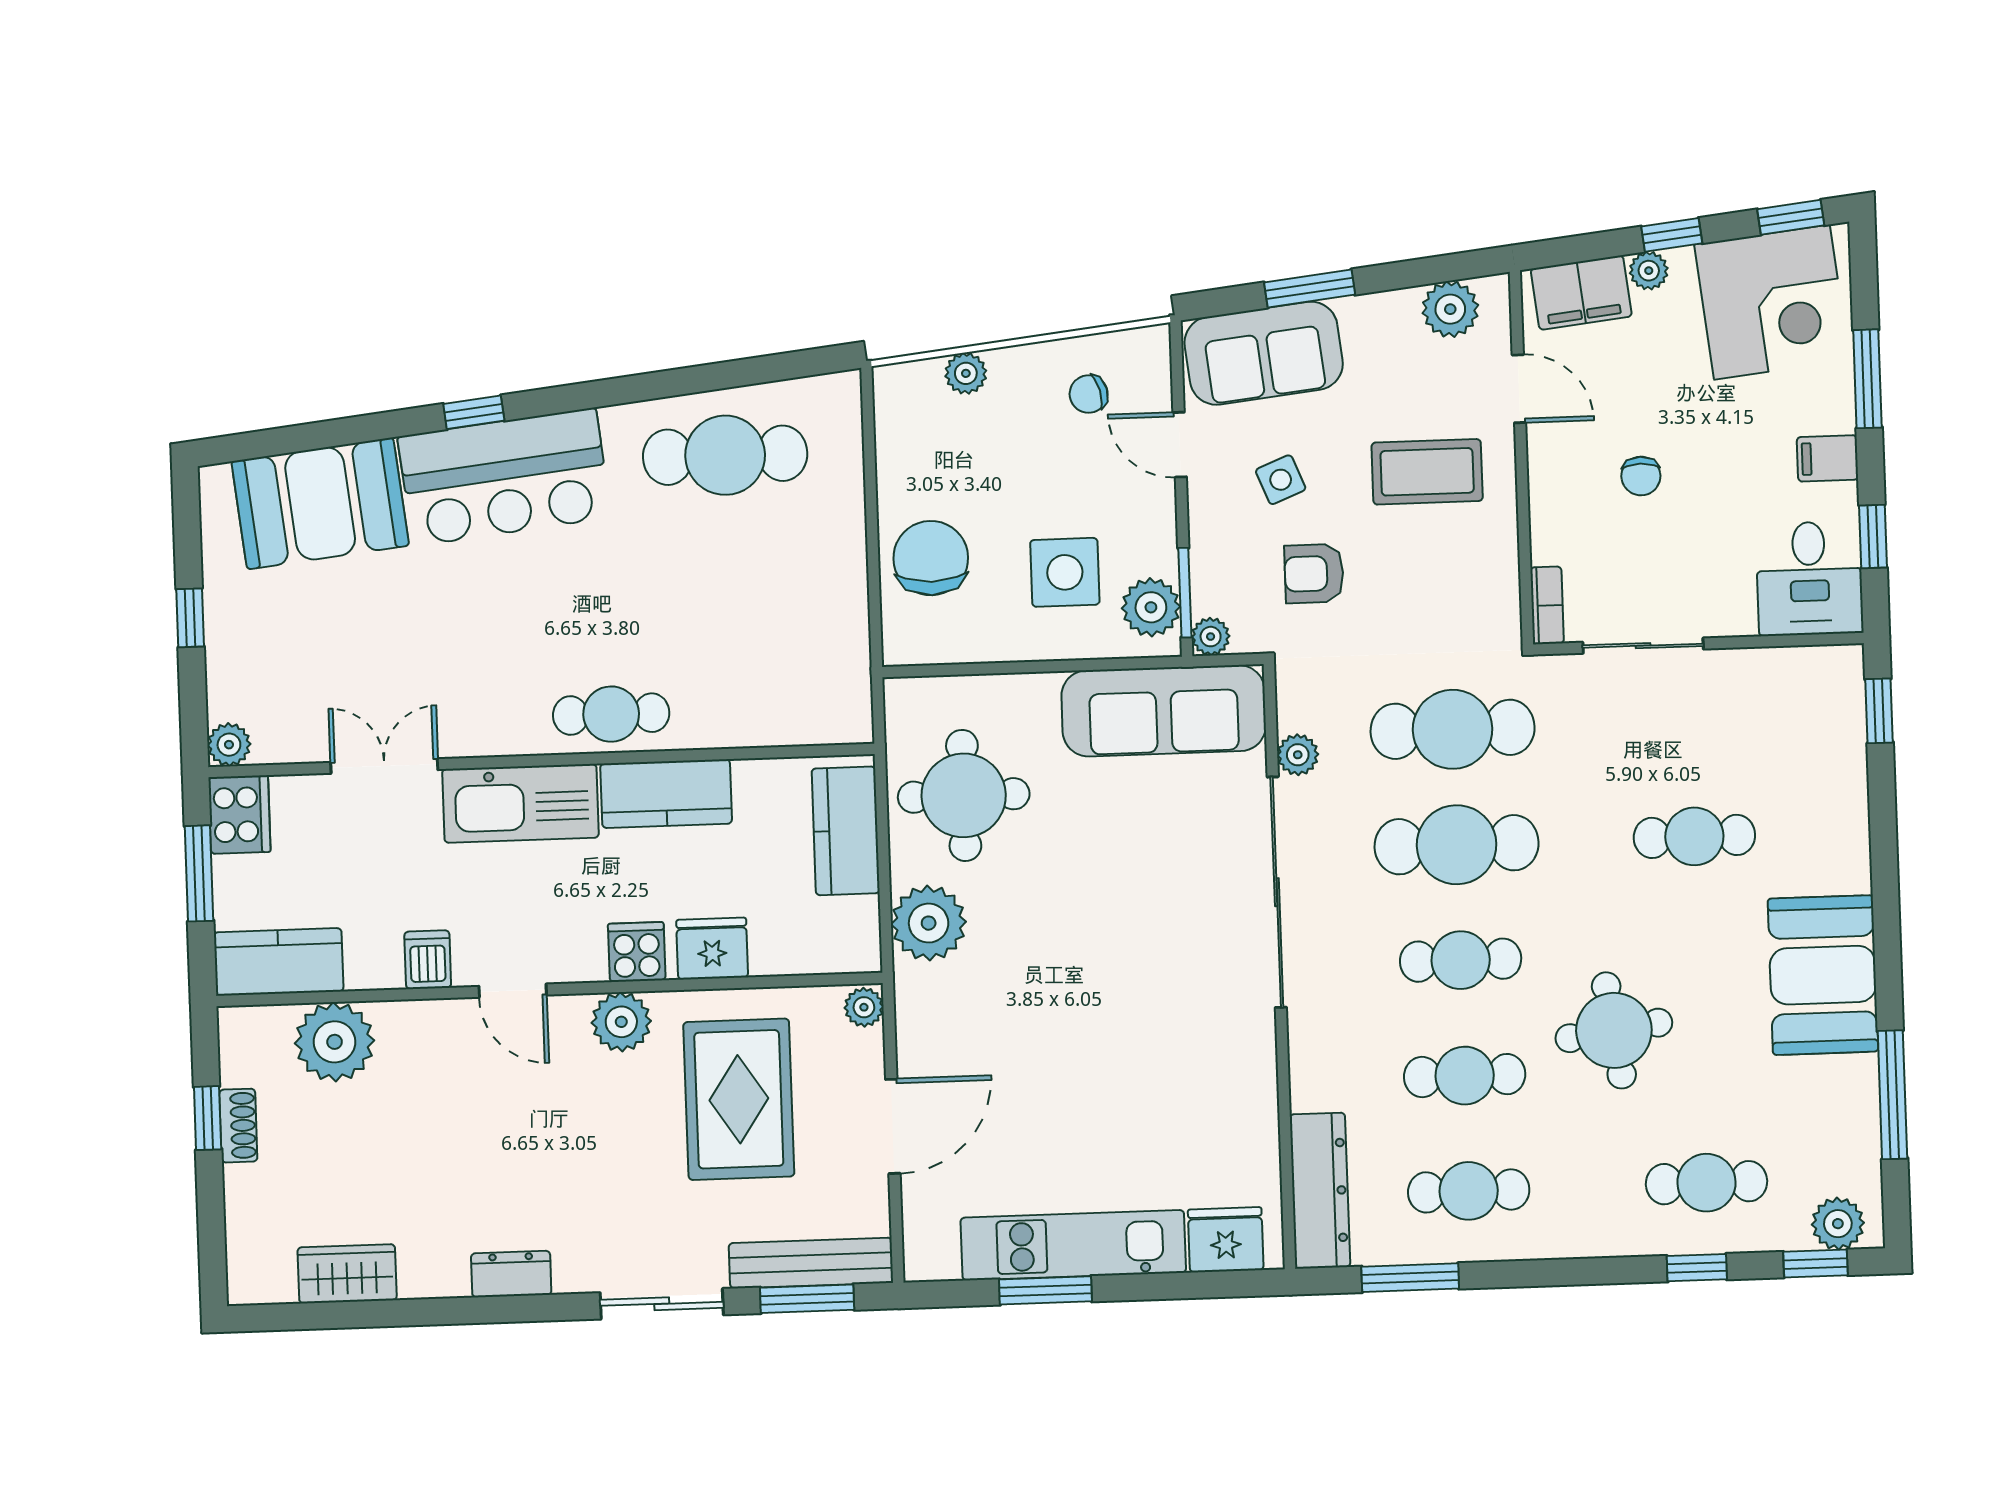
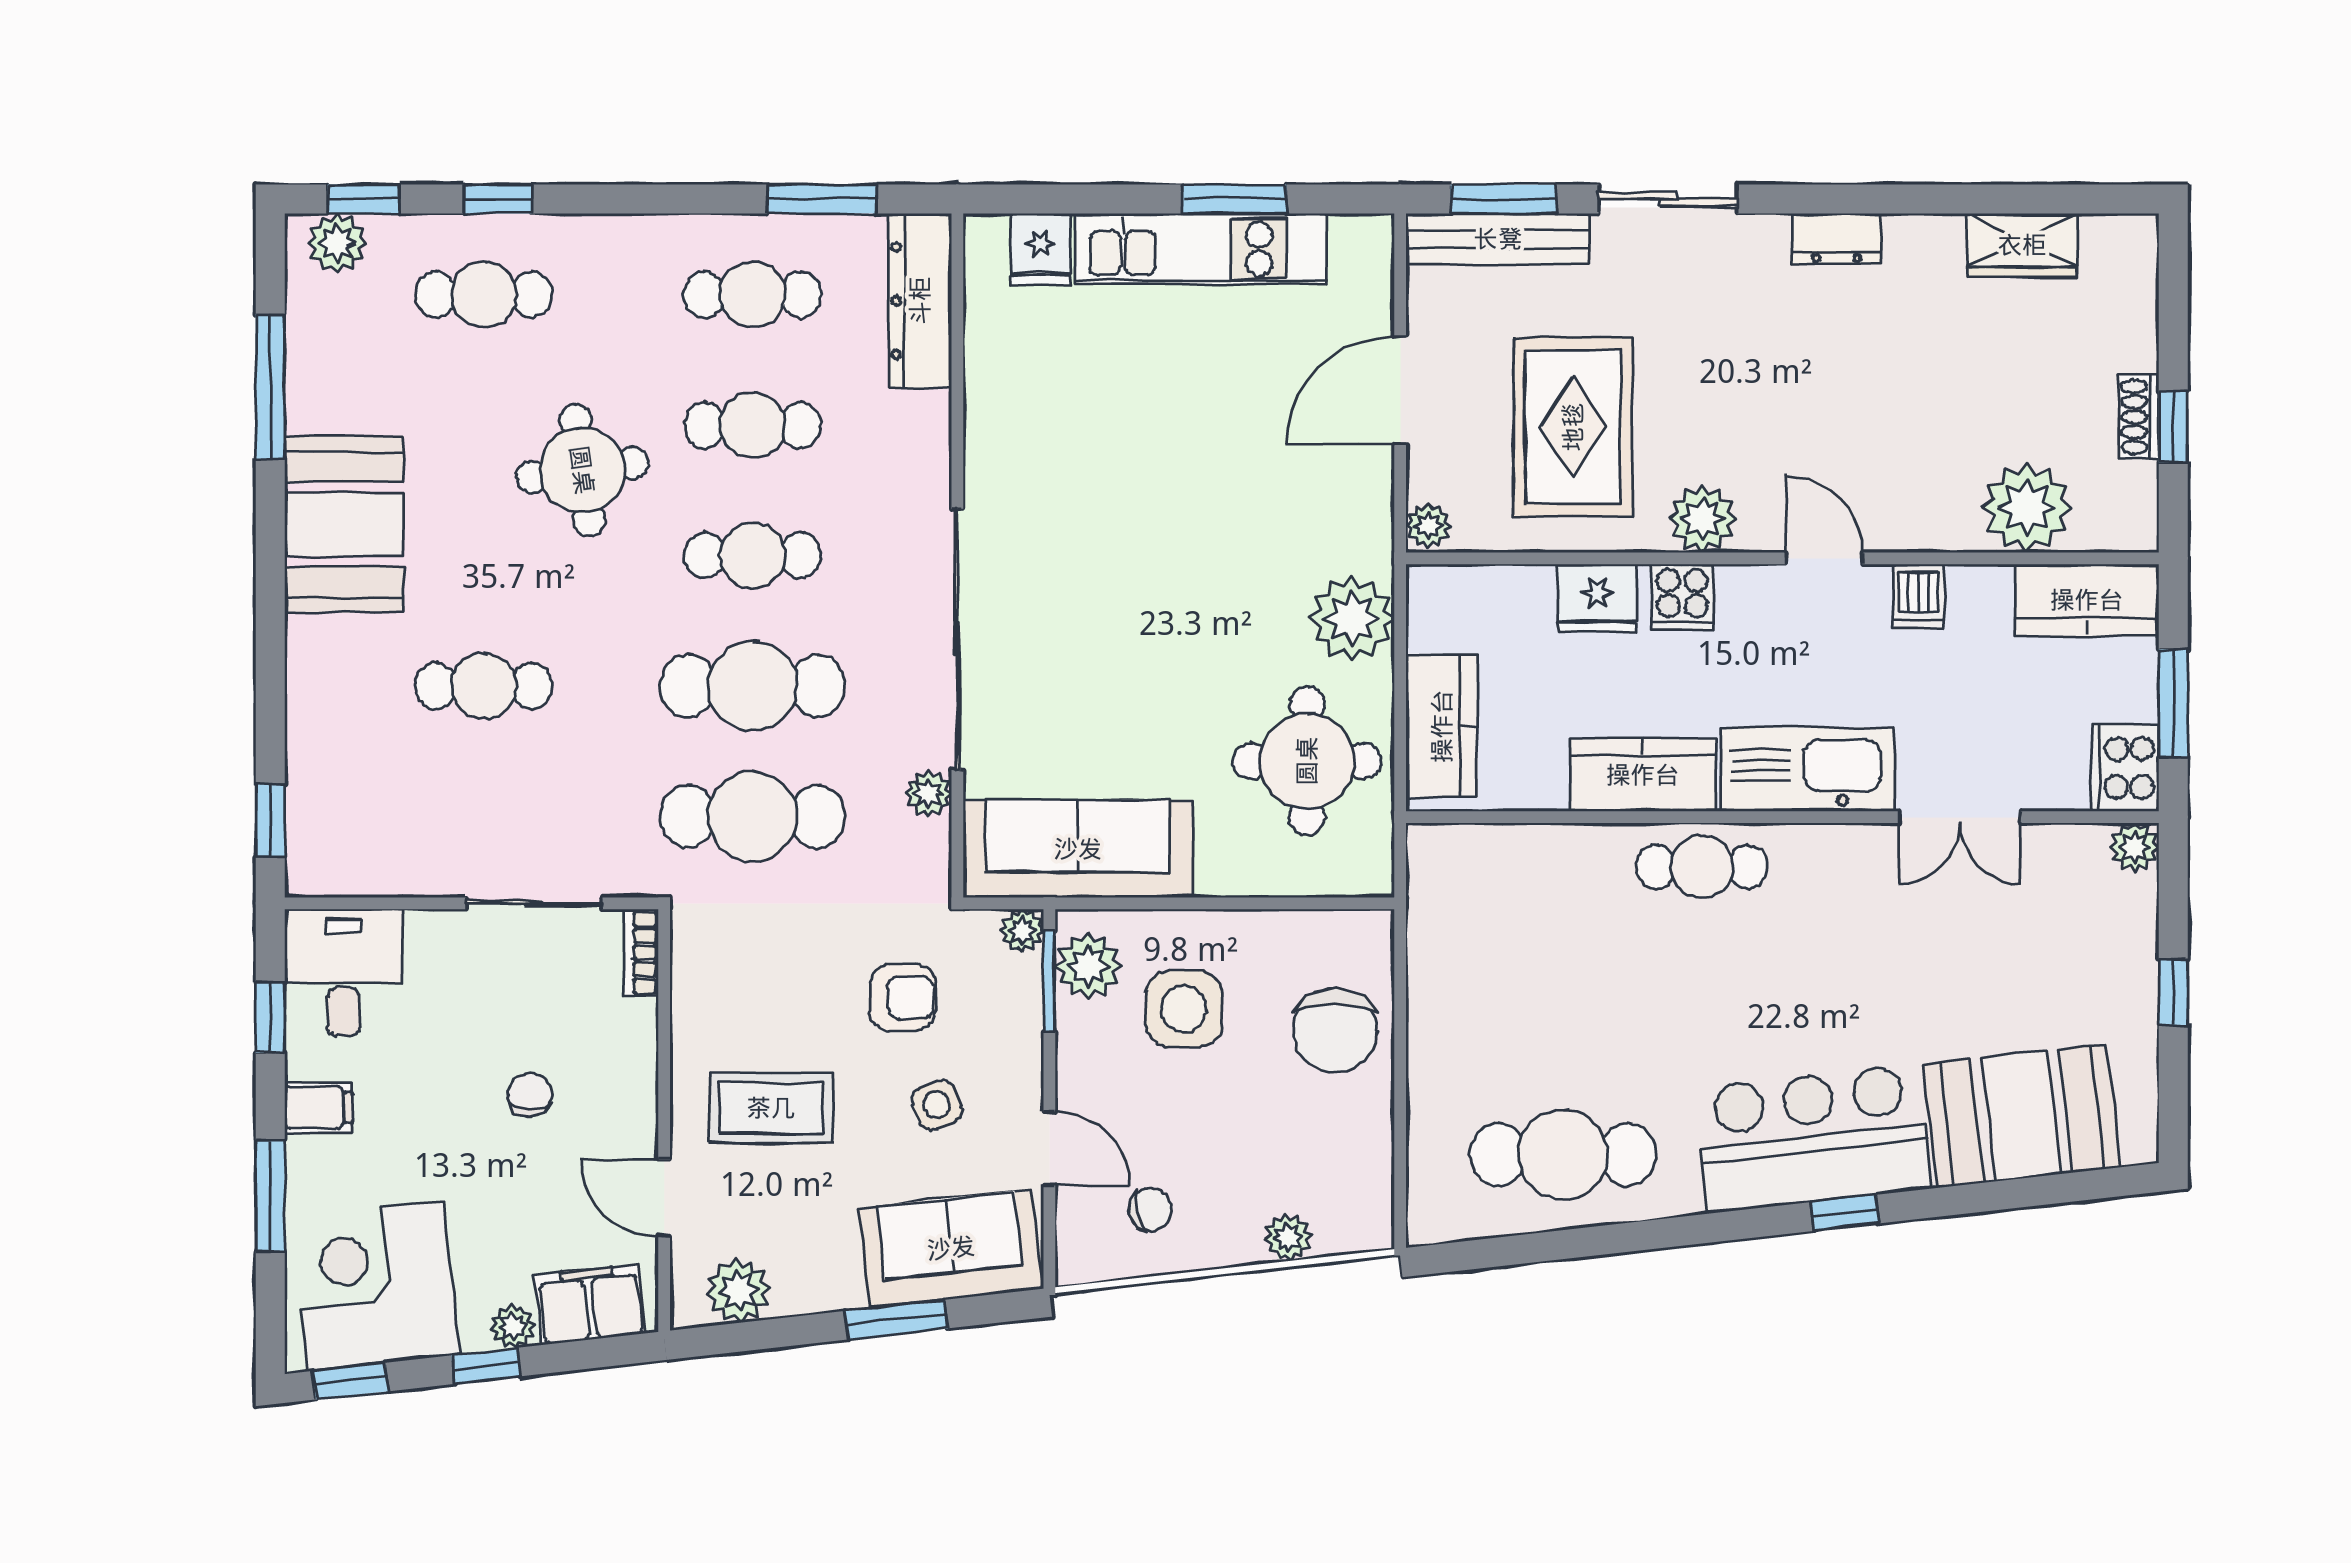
fridge: (1226, 1240) -> (1040, 249), width x0.72

